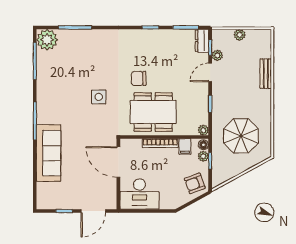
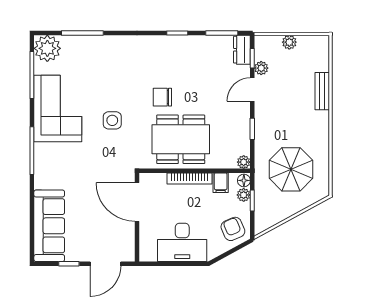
corner sofa: (55, 87) -> (58, 108), added
sofa: (49, 153) -> (49, 226), moved
armchair: (195, 183) -> (233, 229), turned 87
desk: (139, 194) -> (182, 242), moved

